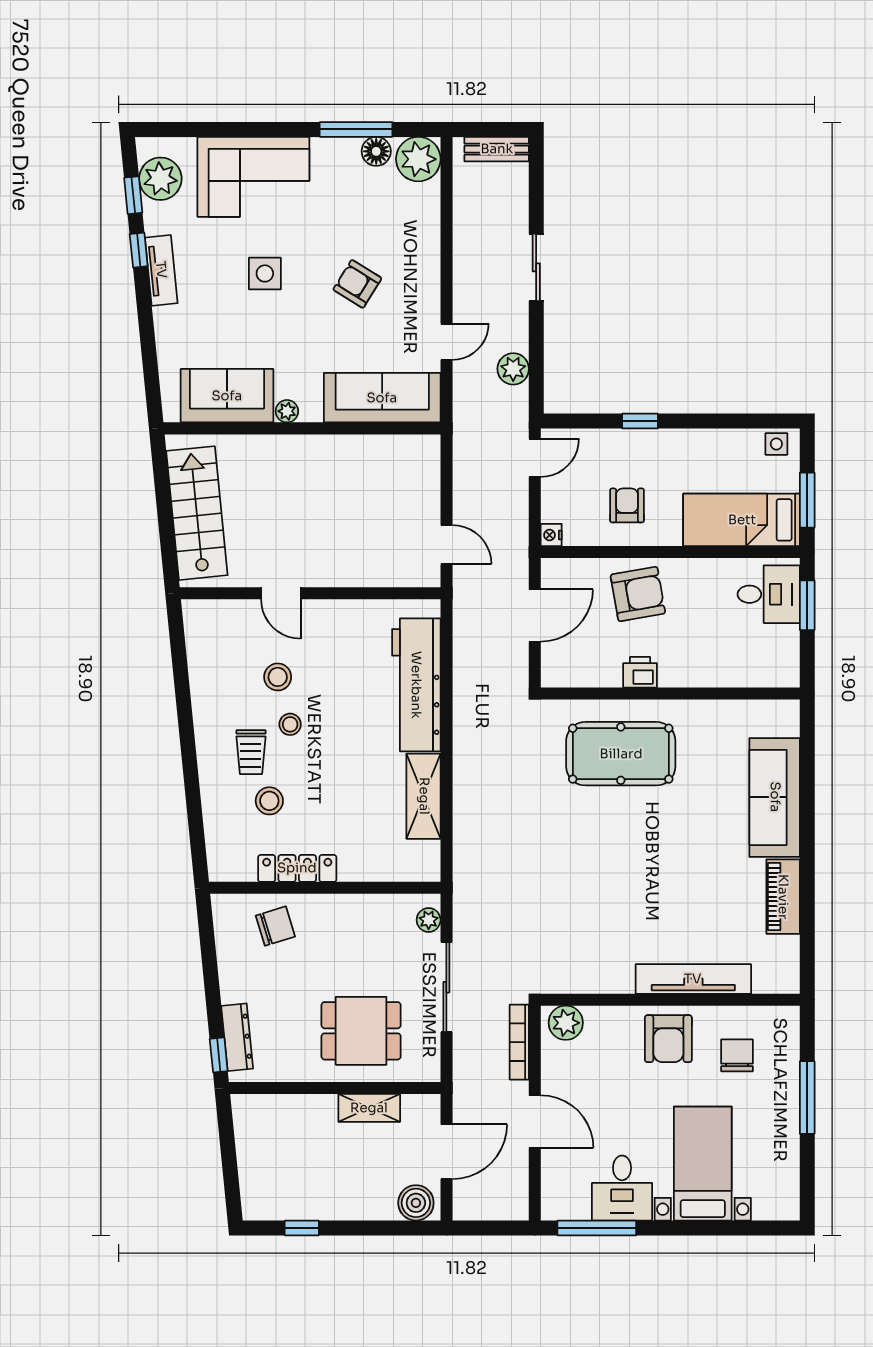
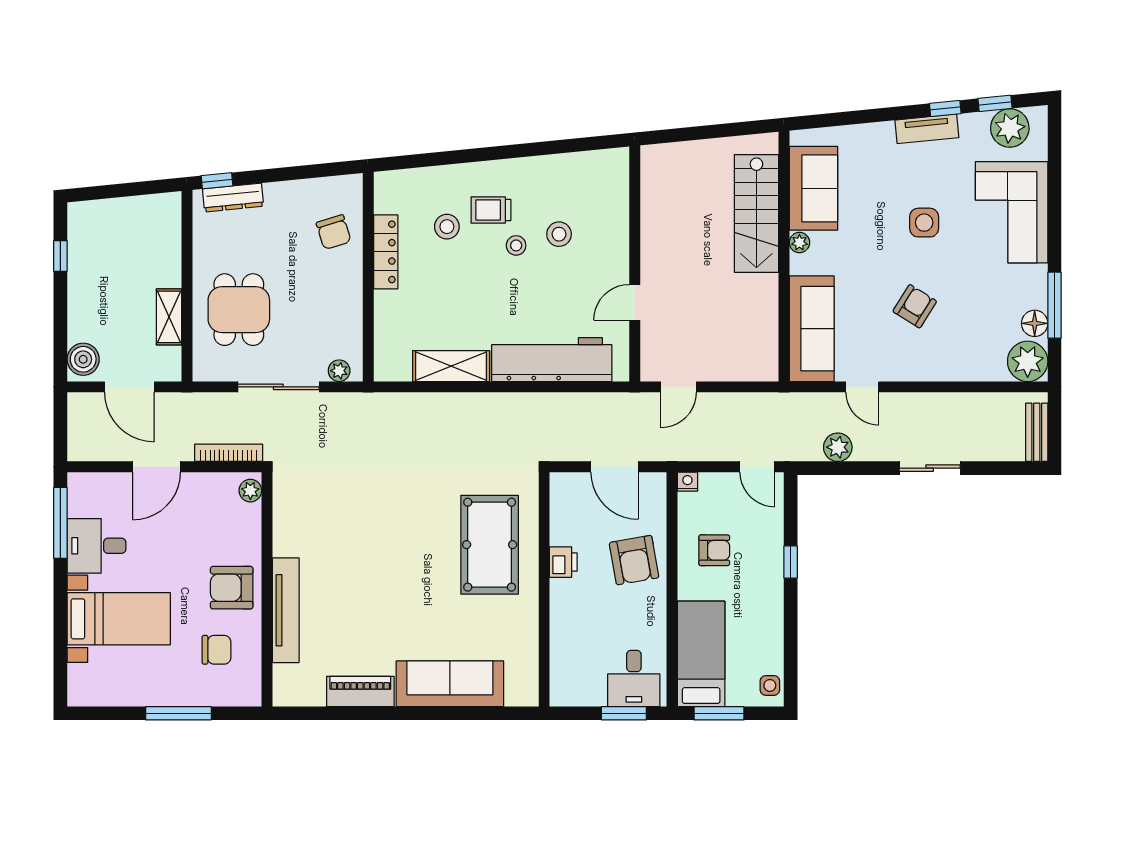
stairs: (197, 513) -> (756, 213), moved, turned 96
door: (281, 593) -> (635, 302), moved
plant: (566, 1023) -> (250, 491), width x0.73, depth x0.73

